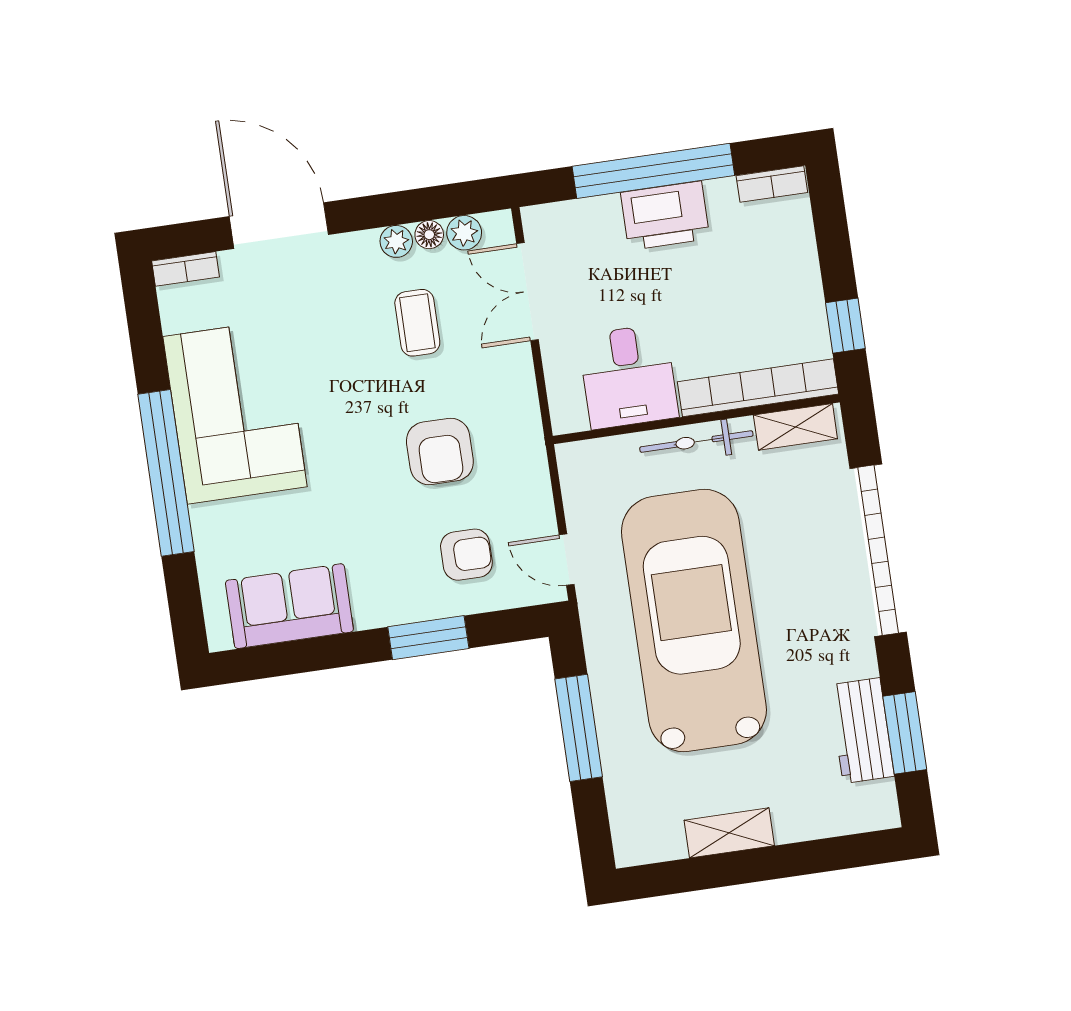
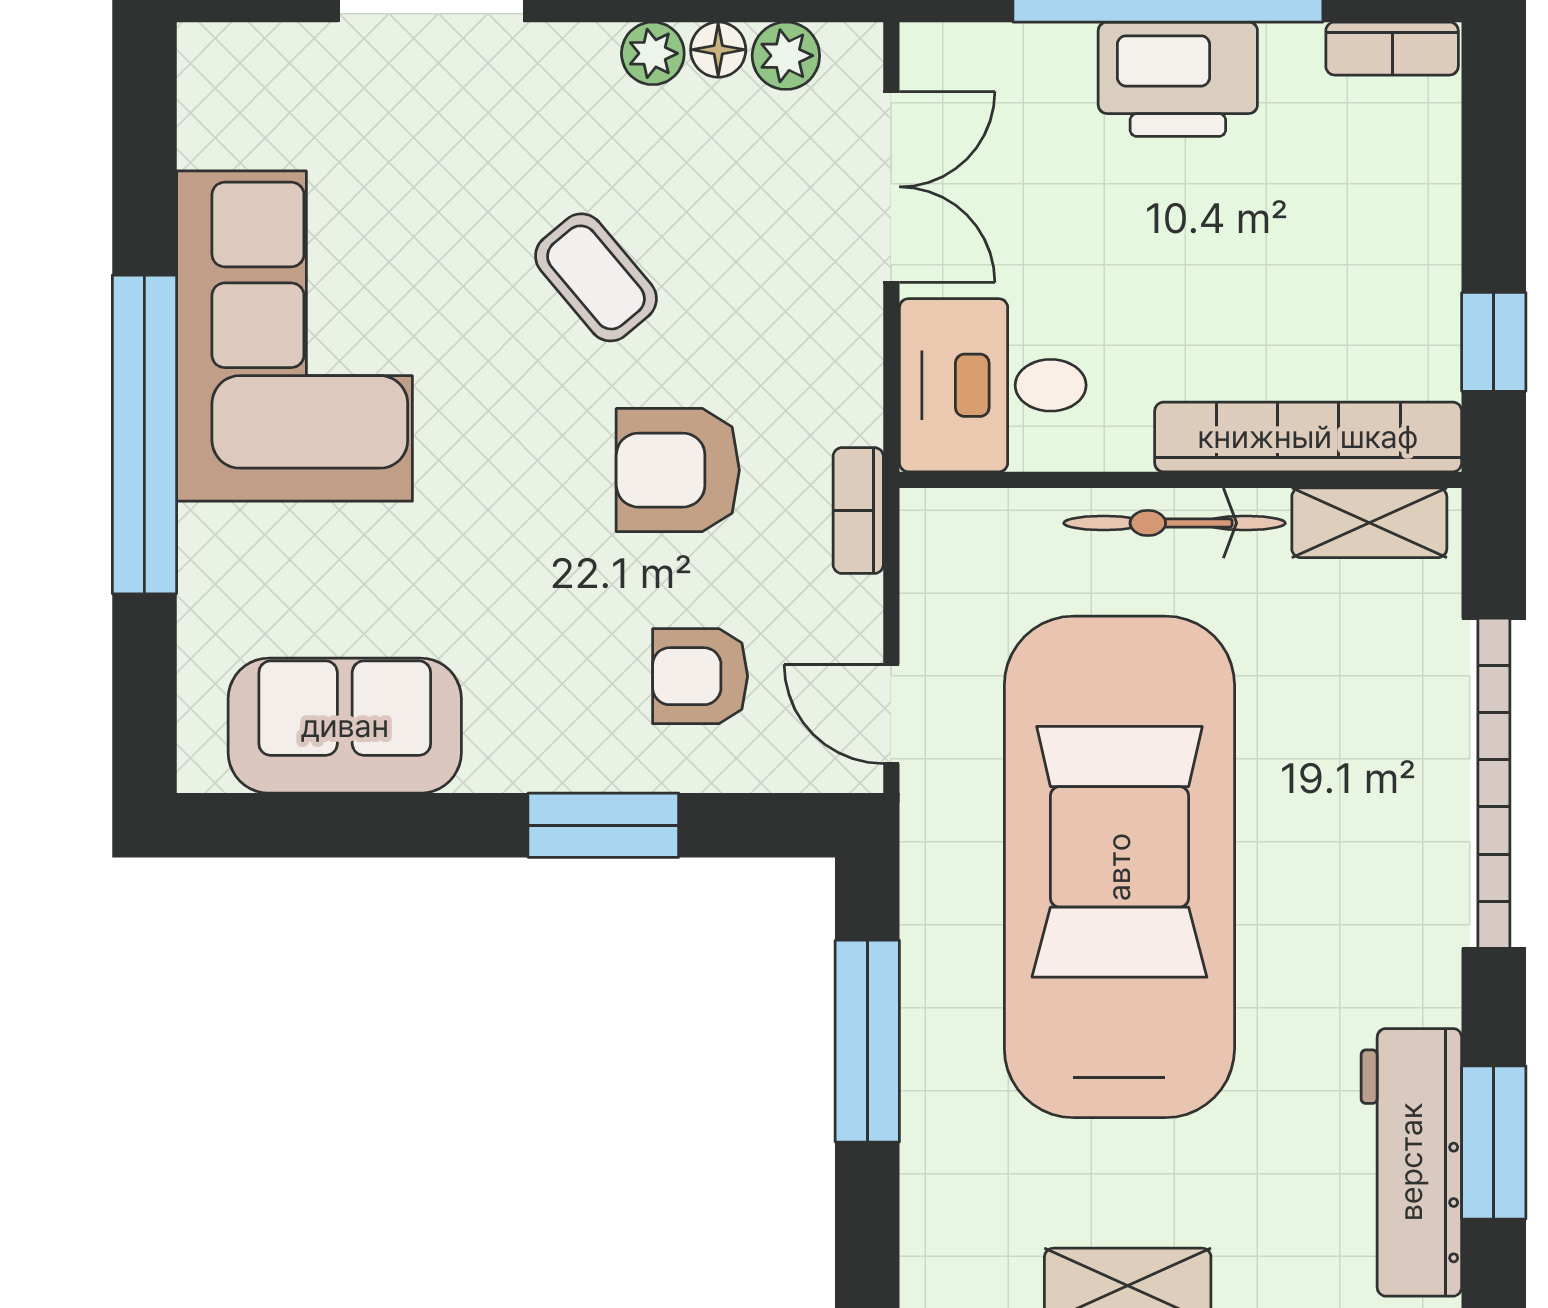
bookcase: (186, 269) -> (858, 511), moved, turned 90
double door: (528, 292) -> (891, 187), swing flipped
coffee table: (417, 323) -> (596, 277), moved, turned -40
desk: (628, 376) -> (993, 385), moved, turned 90
armchair: (440, 451) -> (678, 470), turned 90
armchair: (466, 555) -> (700, 676), turned 180
workbench: (862, 731) -> (1411, 1162), width x1.38

